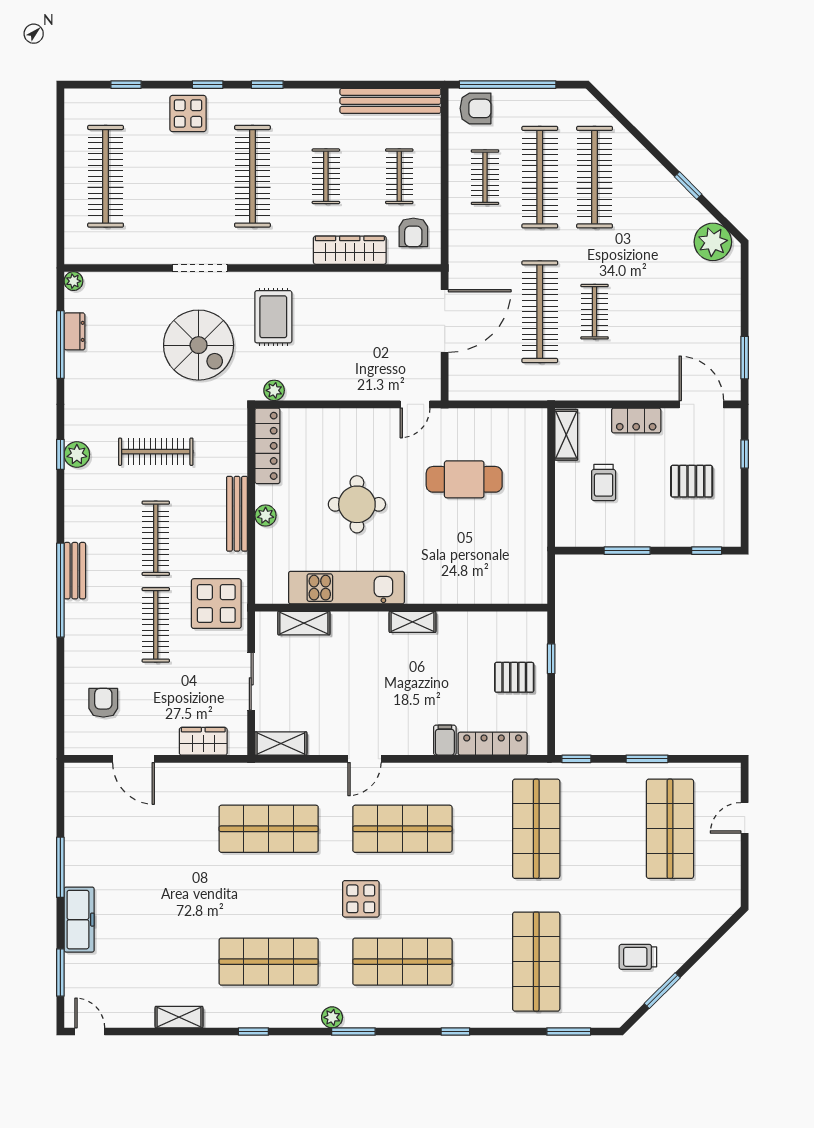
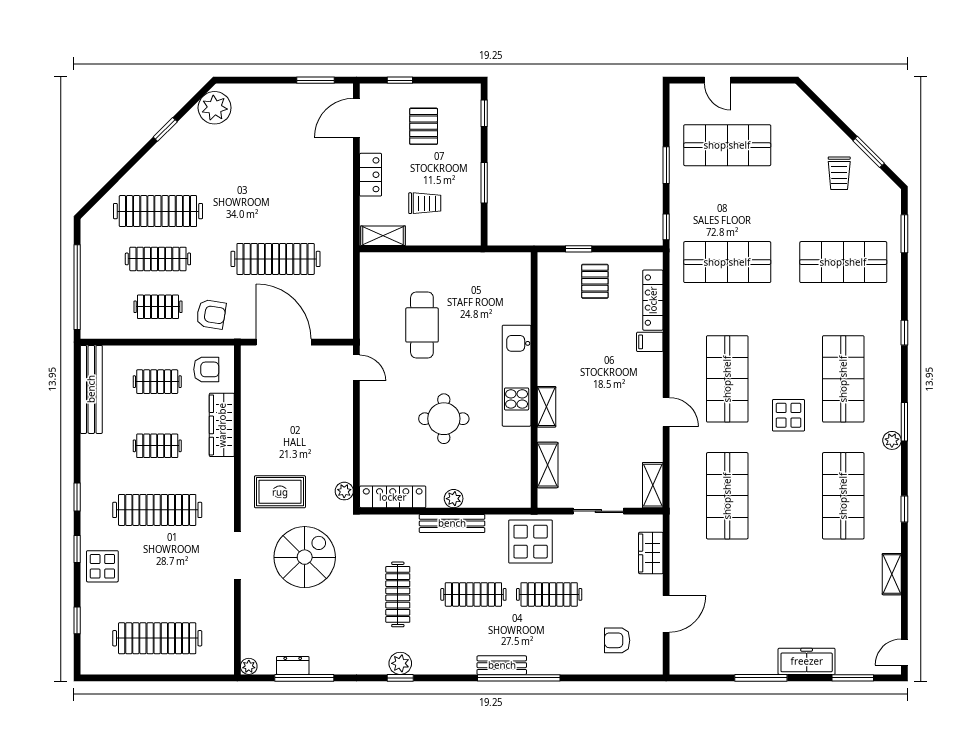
armchair: (476, 108) -> (211, 314), moved, turned 99
clothes rail: (540, 177) -> (158, 259), width x0.73, depth x0.76
clothes rail: (595, 312) -> (276, 211), removed
kitchen unit: (346, 588) -> (517, 376), moved
shelving: (412, 622) -> (546, 407), moved

